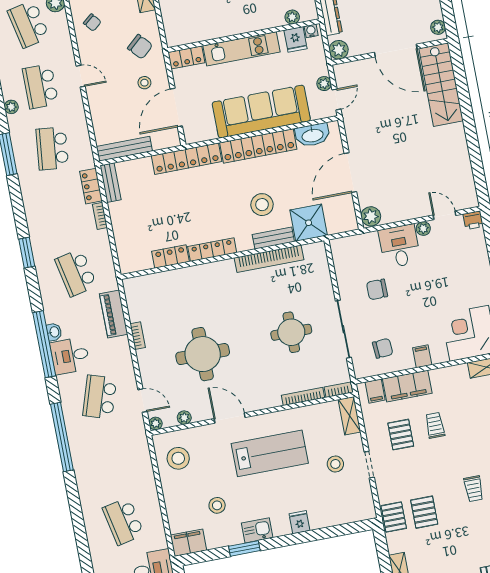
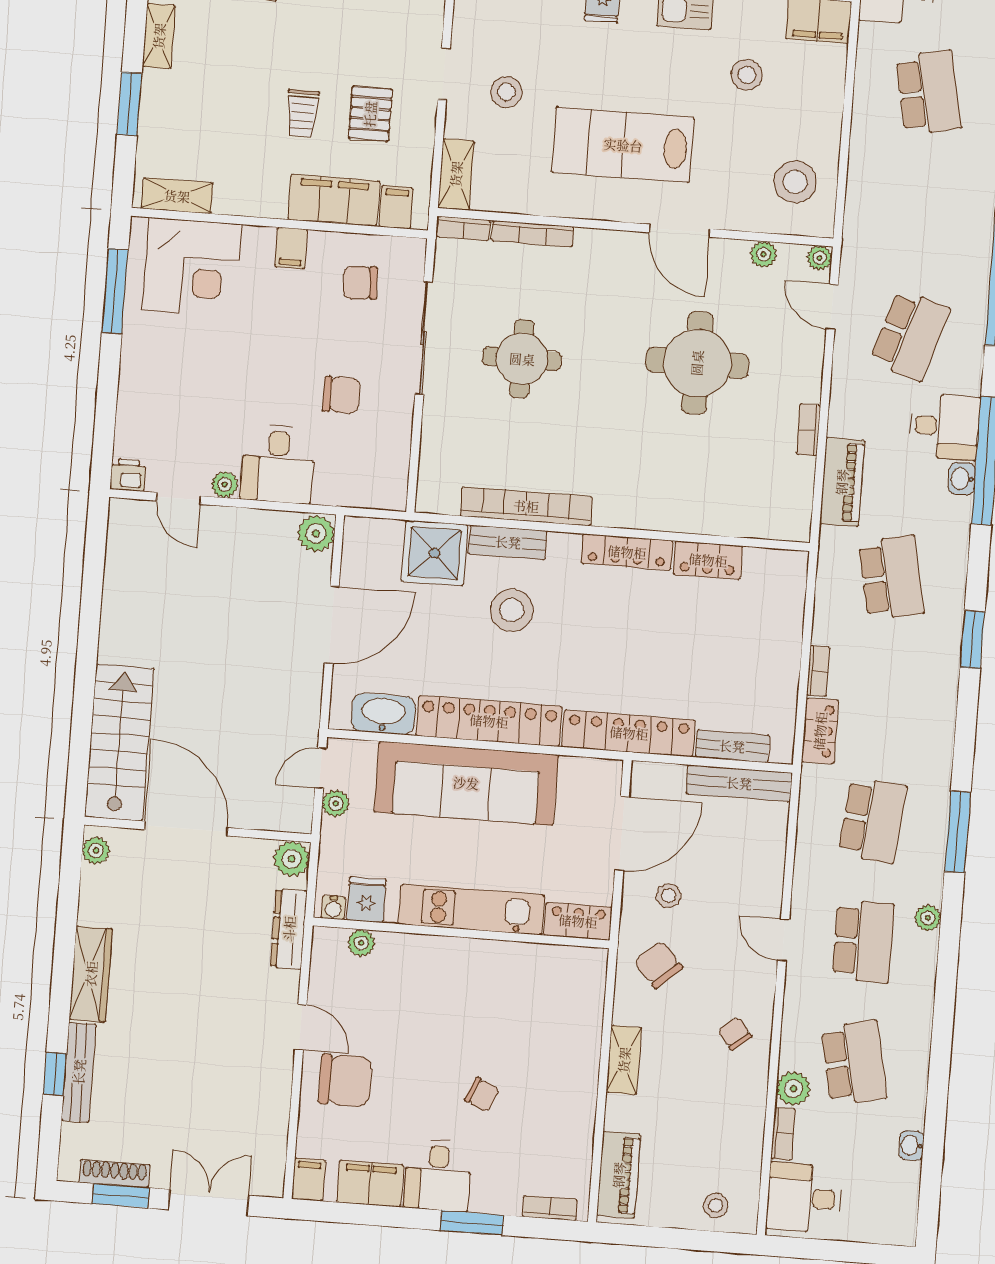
bench: (110, 183) -> (732, 746), moved, turned 90

